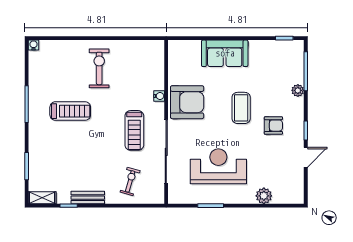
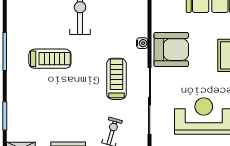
treadmill: (134, 130) -> (116, 79), turned 180

